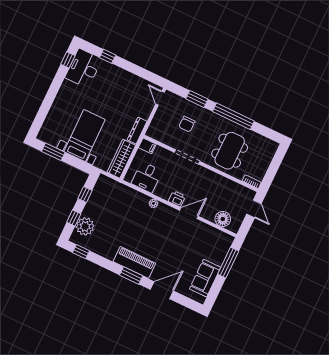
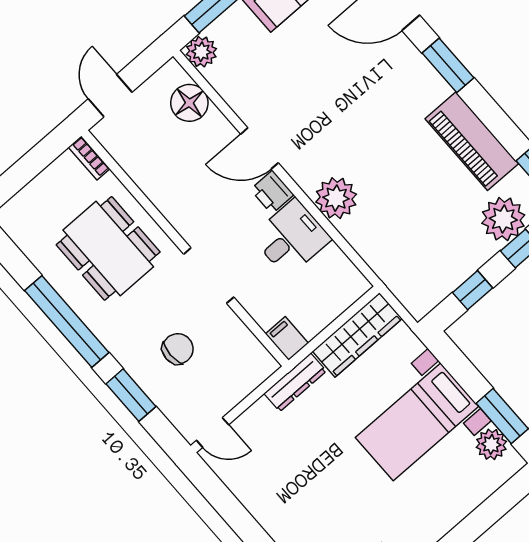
door: (160, 98) -> (213, 433), hinge flipped
plant: (53, 139) -> (491, 444), added
dining table: (230, 151) -> (108, 248), turned 90
desk: (147, 177) -> (291, 238), moved
plant: (153, 203) -> (336, 198), width x1.88, depth x1.88
plant: (227, 240) -> (201, 52), added
piano: (134, 262) -> (472, 141), moved

